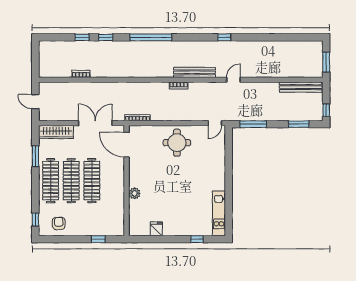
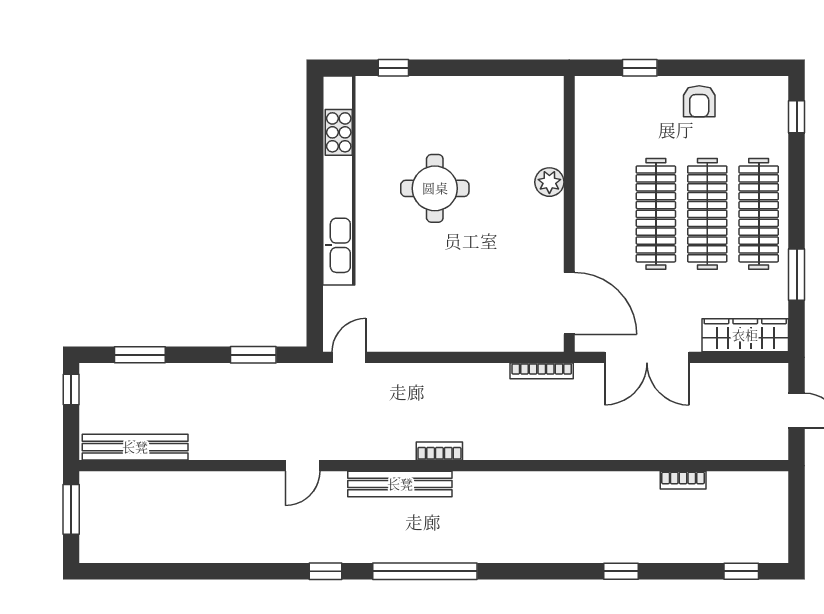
window: (82, 37) -> (741, 571), moved
window: (151, 37) -> (425, 571), moved
window: (253, 124) -> (253, 355), width x0.69
round table: (177, 143) -> (435, 188), moved
kitchen unit: (219, 213) -> (339, 180), width x1.86
armchair: (59, 223) -> (699, 101), moved
fridge: (156, 229) -> (495, 93), removed

